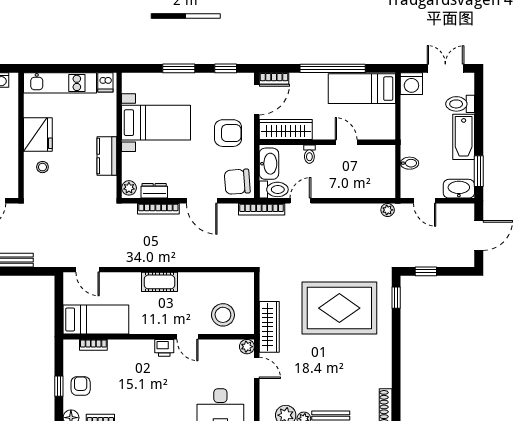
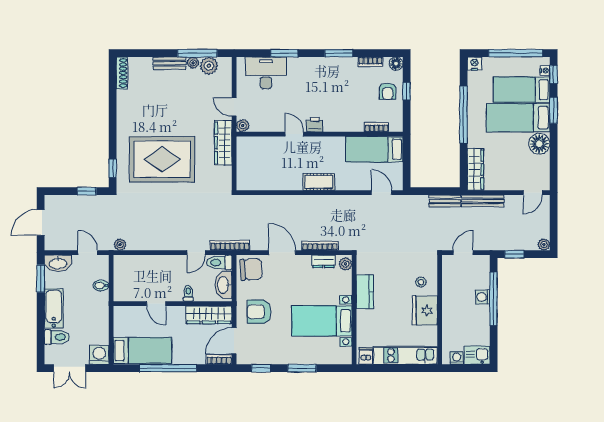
stool: (223, 315) -> (264, 153), removed

